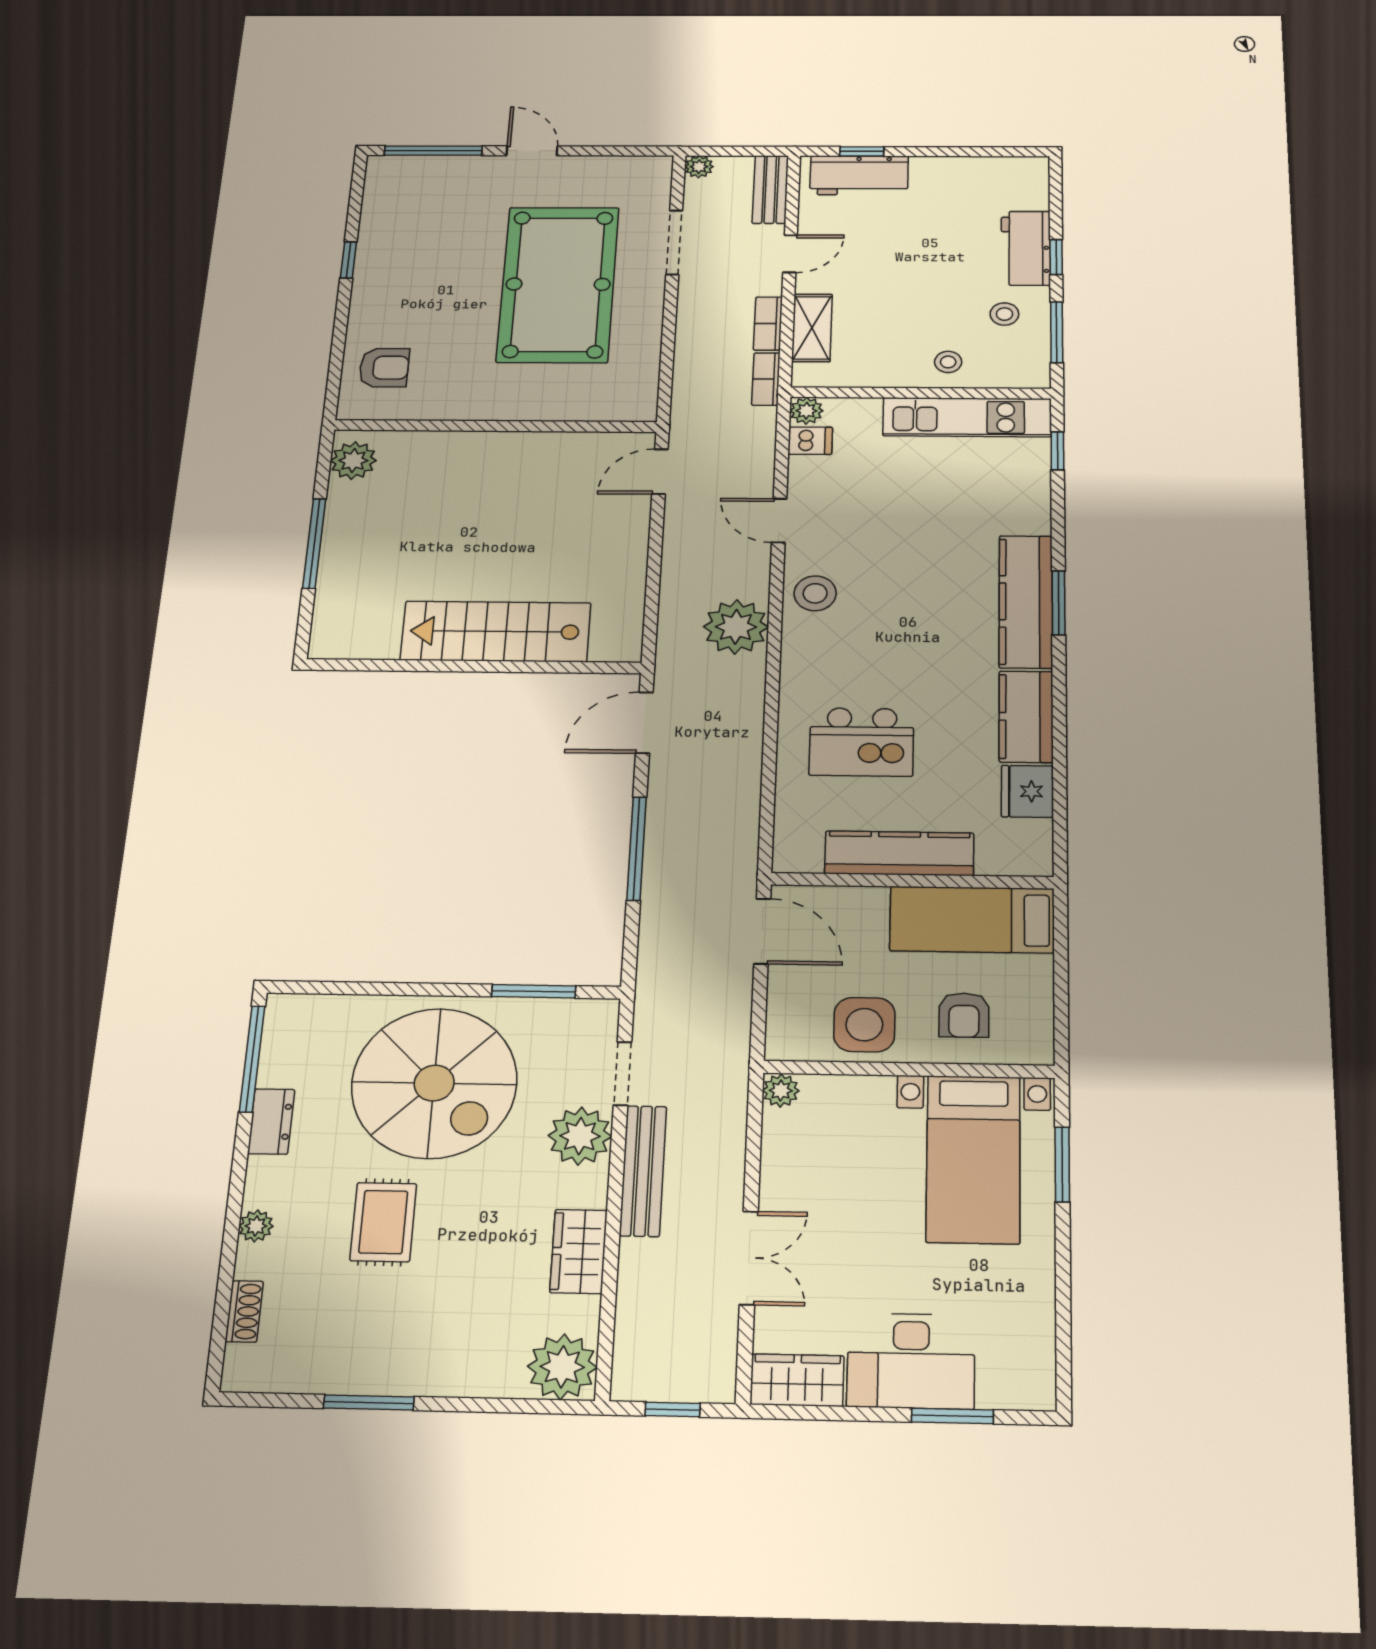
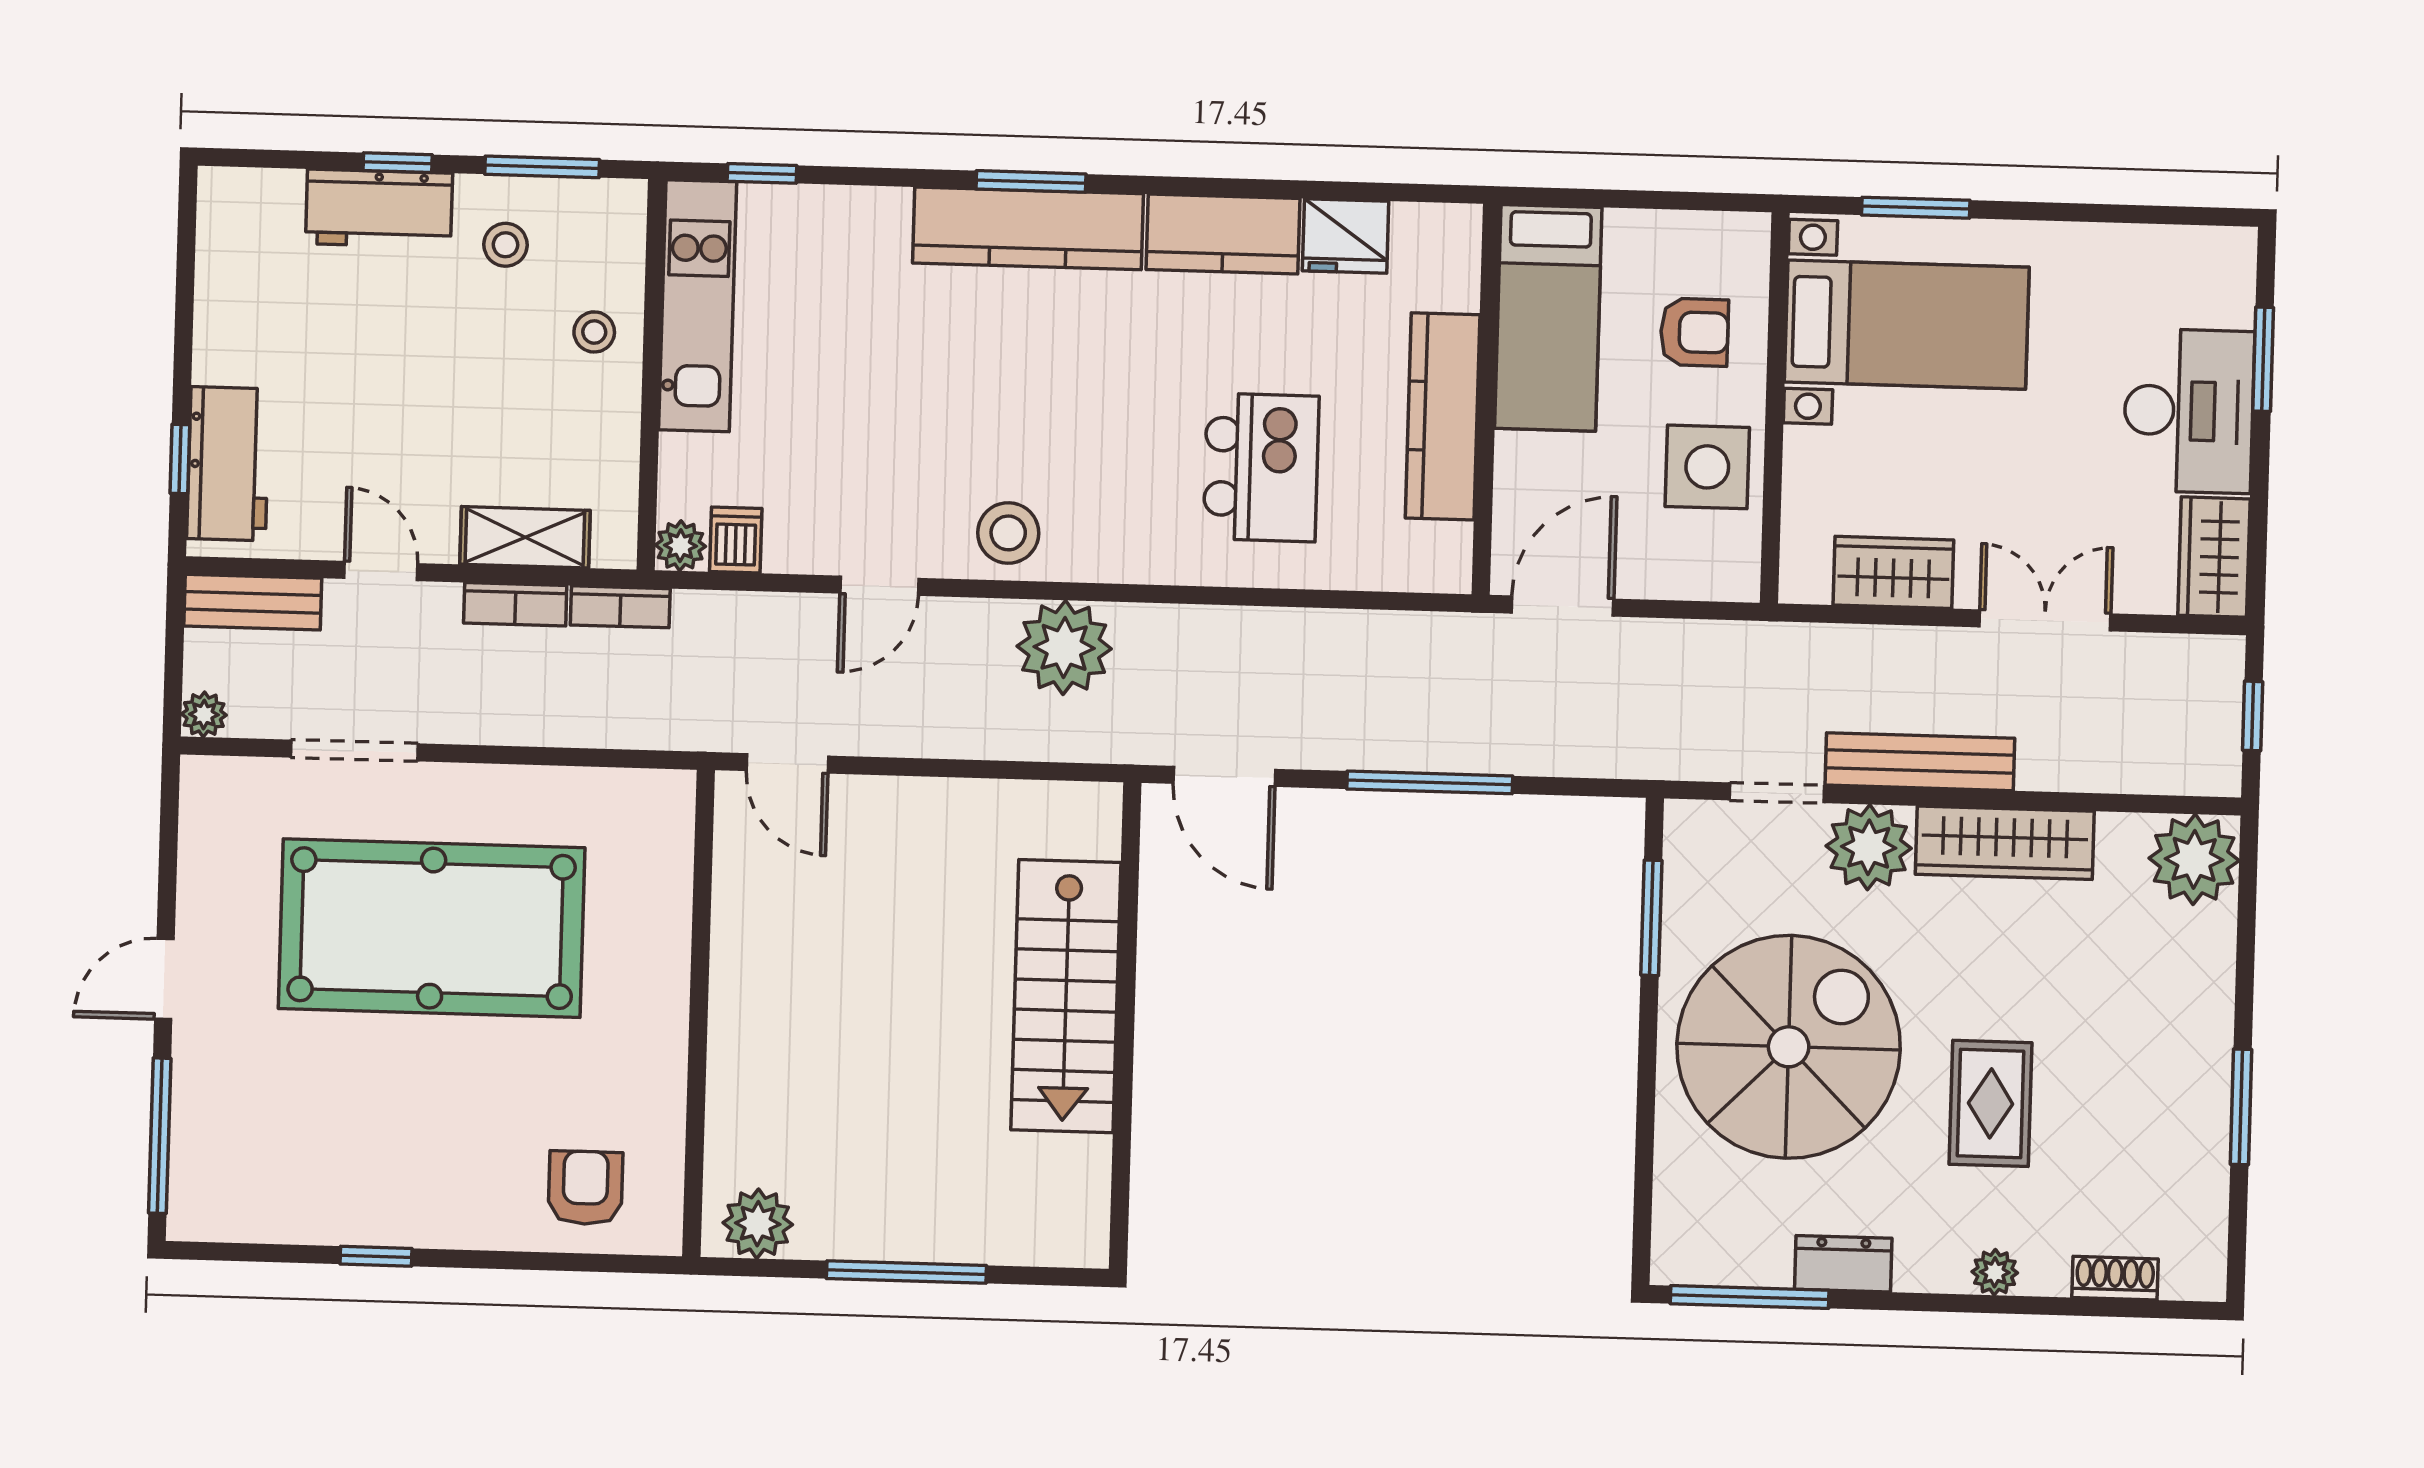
plant: (781, 1091) -> (1804, 580), removed
wardrobe: (786, 1151) -> (1893, 572), added
rug: (383, 1222) -> (1991, 1103), turned 90
wardrobe: (579, 1251) -> (2005, 843), width x1.50

